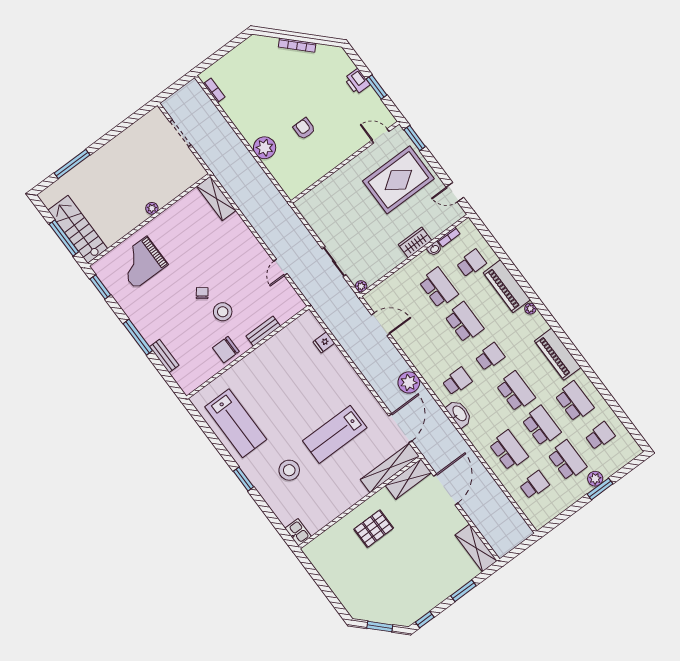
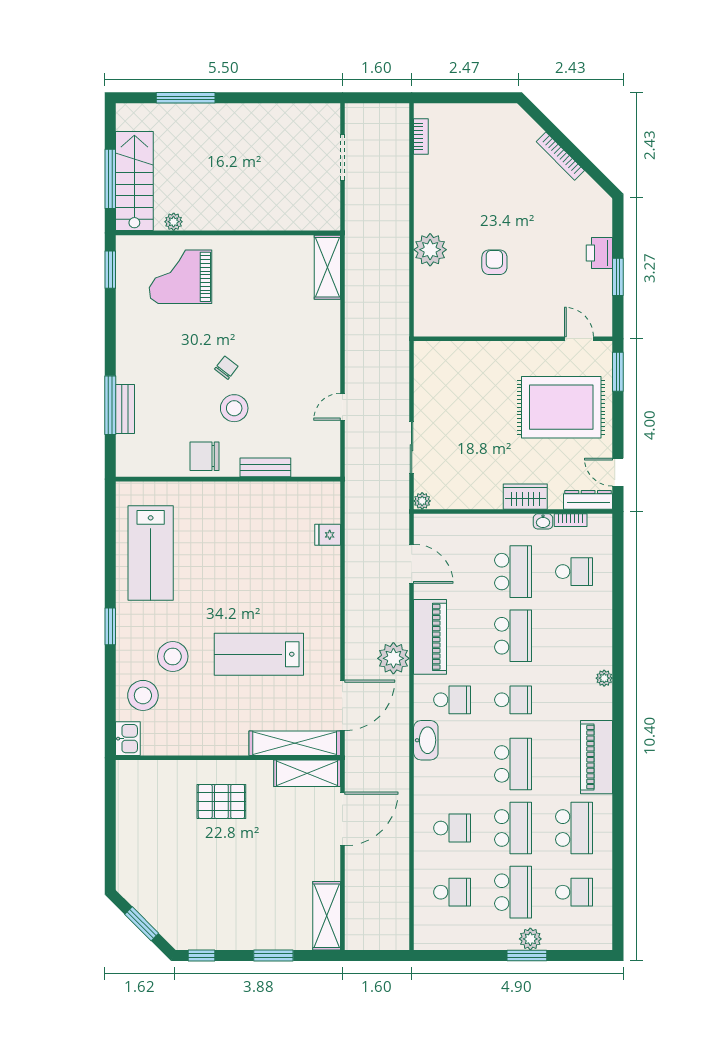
plant: (152, 208) -> (174, 222), moved
dresser: (450, 219) -> (588, 500), added
piano: (507, 286) -> (430, 637), moved, turned 180
window: (138, 337) -> (110, 405), moved
school desk: (509, 450) -> (452, 828), width x0.54
stool: (289, 503) -> (143, 695), added

